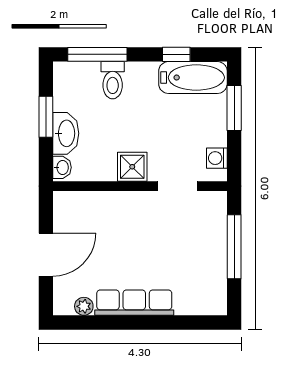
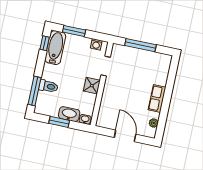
window: (176, 54) -> (45, 43), moved
row of seats: (134, 303) -> (157, 99), width x0.68

